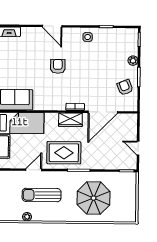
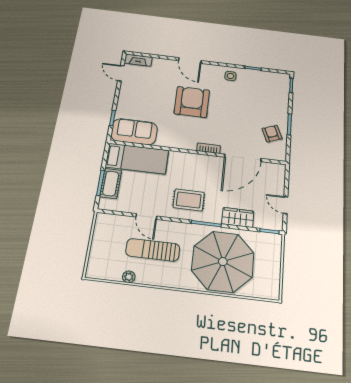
plant: (133, 61) -> (283, 106), removed
armchair: (58, 66) -> (192, 102), width x1.88, depth x1.88
wardrobe: (70, 120) -> (238, 217), moved, turned 180
rug: (64, 153) -> (189, 200), width x0.73, depth x0.70
door: (34, 170) -> (146, 217), swing flipped
parasol: (94, 198) -> (223, 262), width x1.36, depth x1.36

